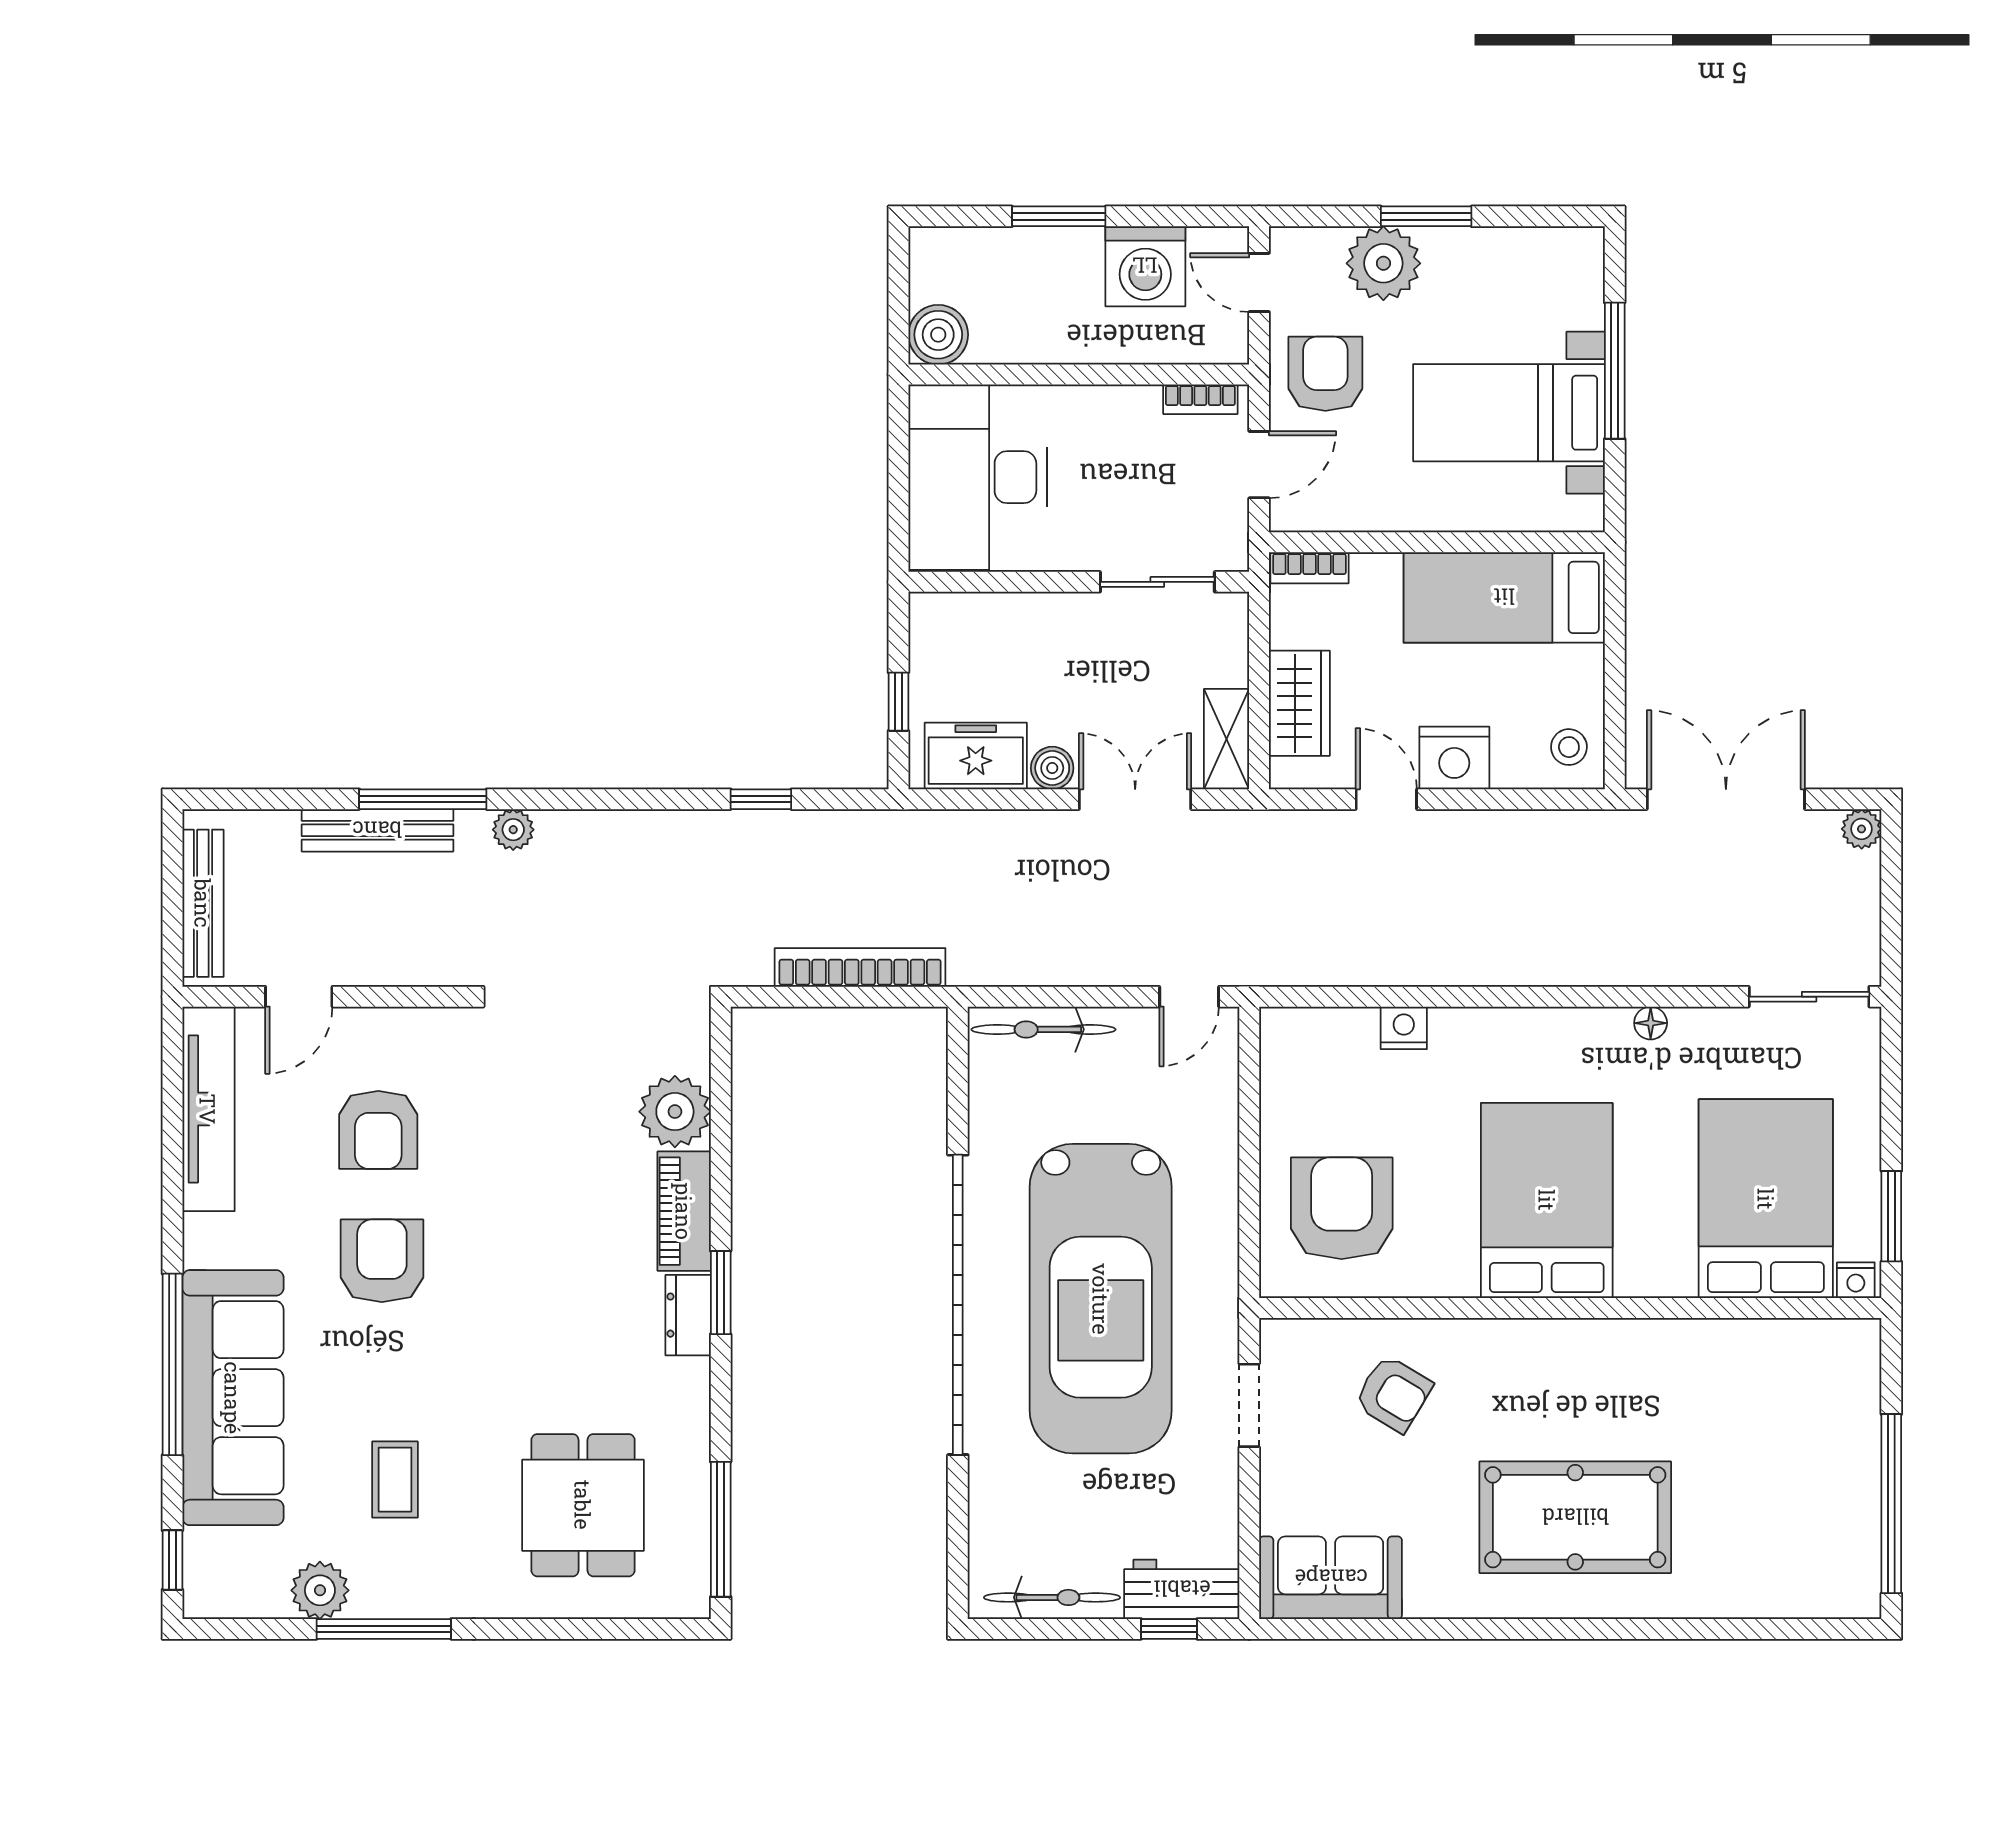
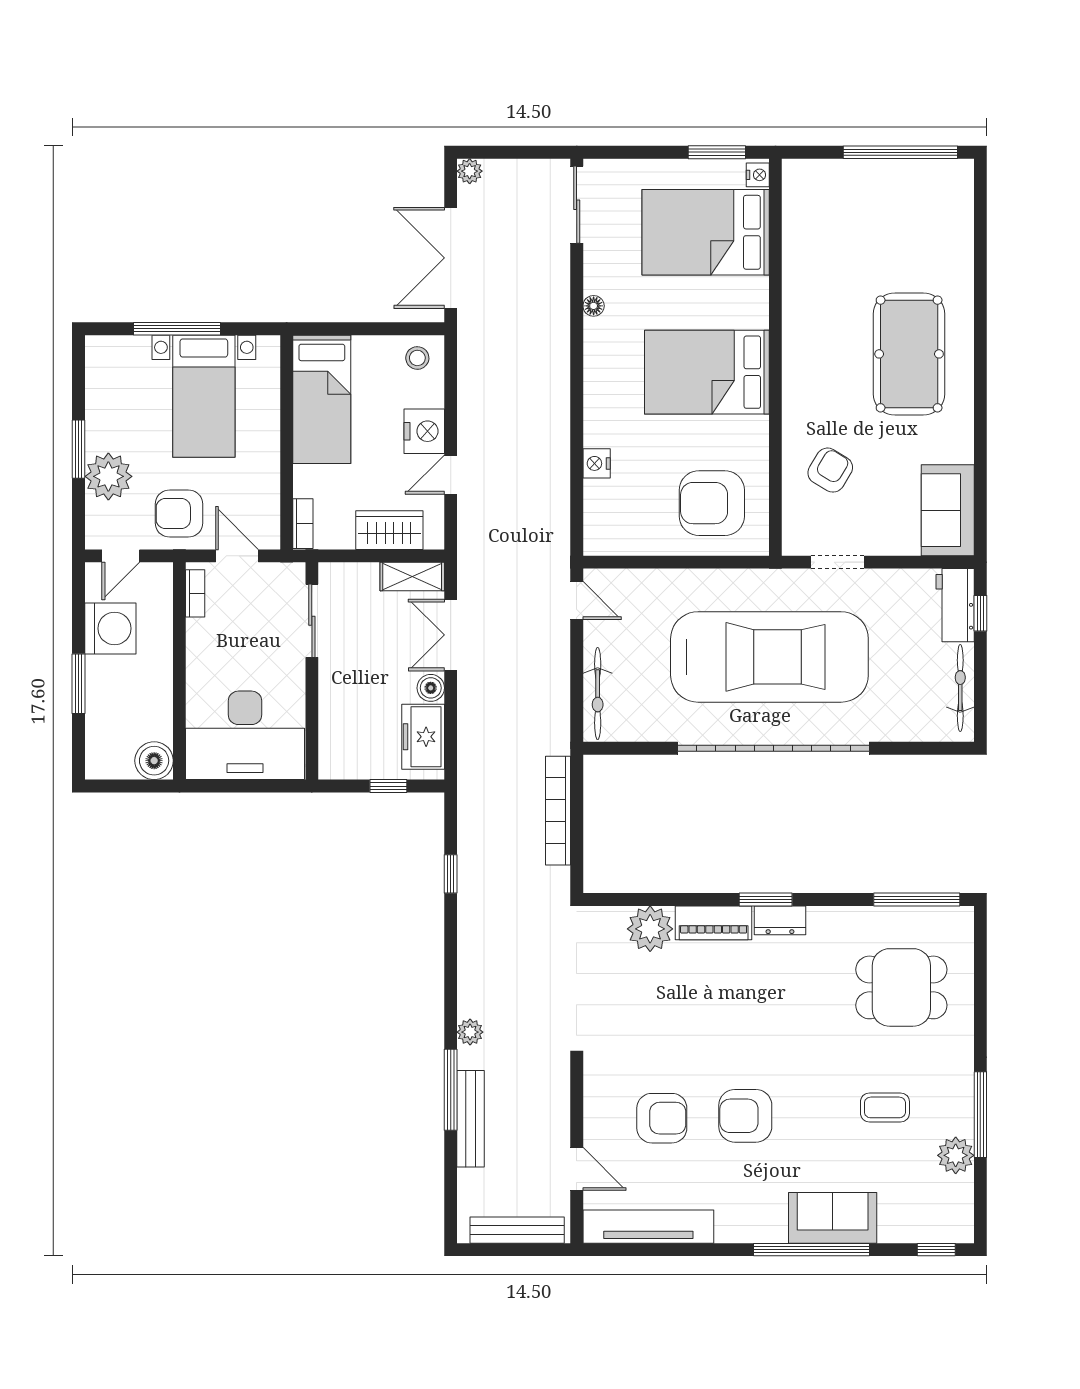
sofa: (233, 1398) -> (833, 1218), width x0.54, depth x0.79

